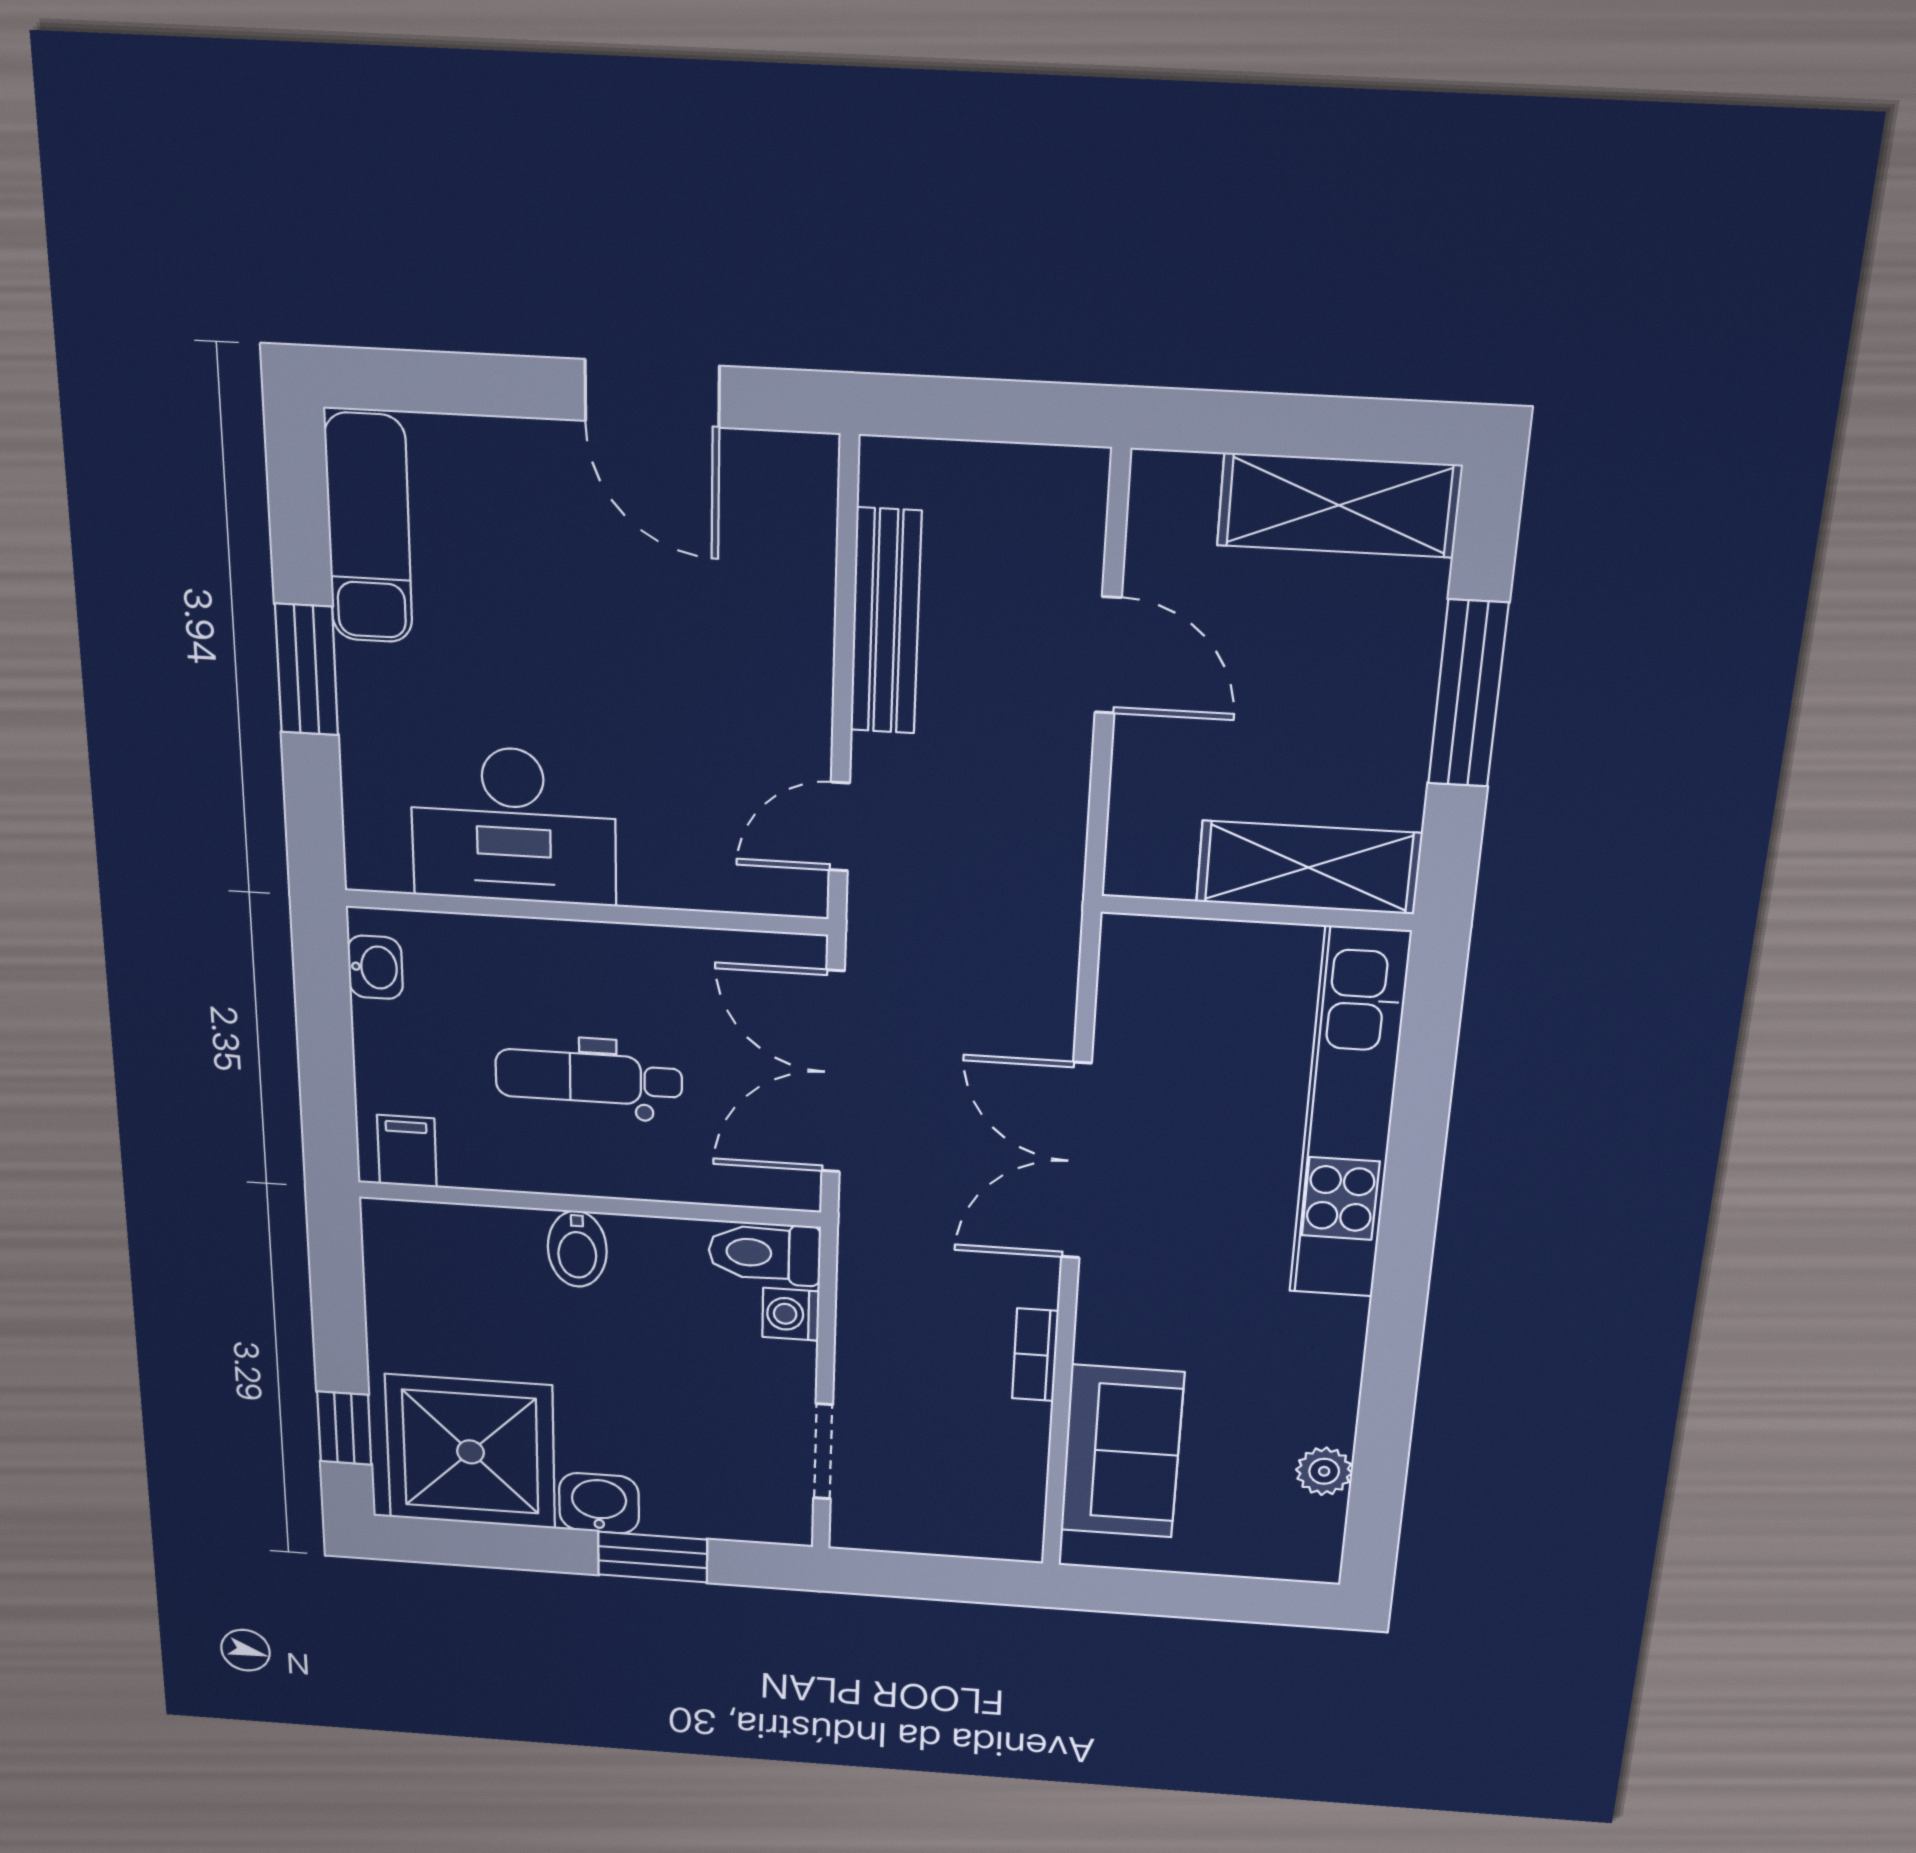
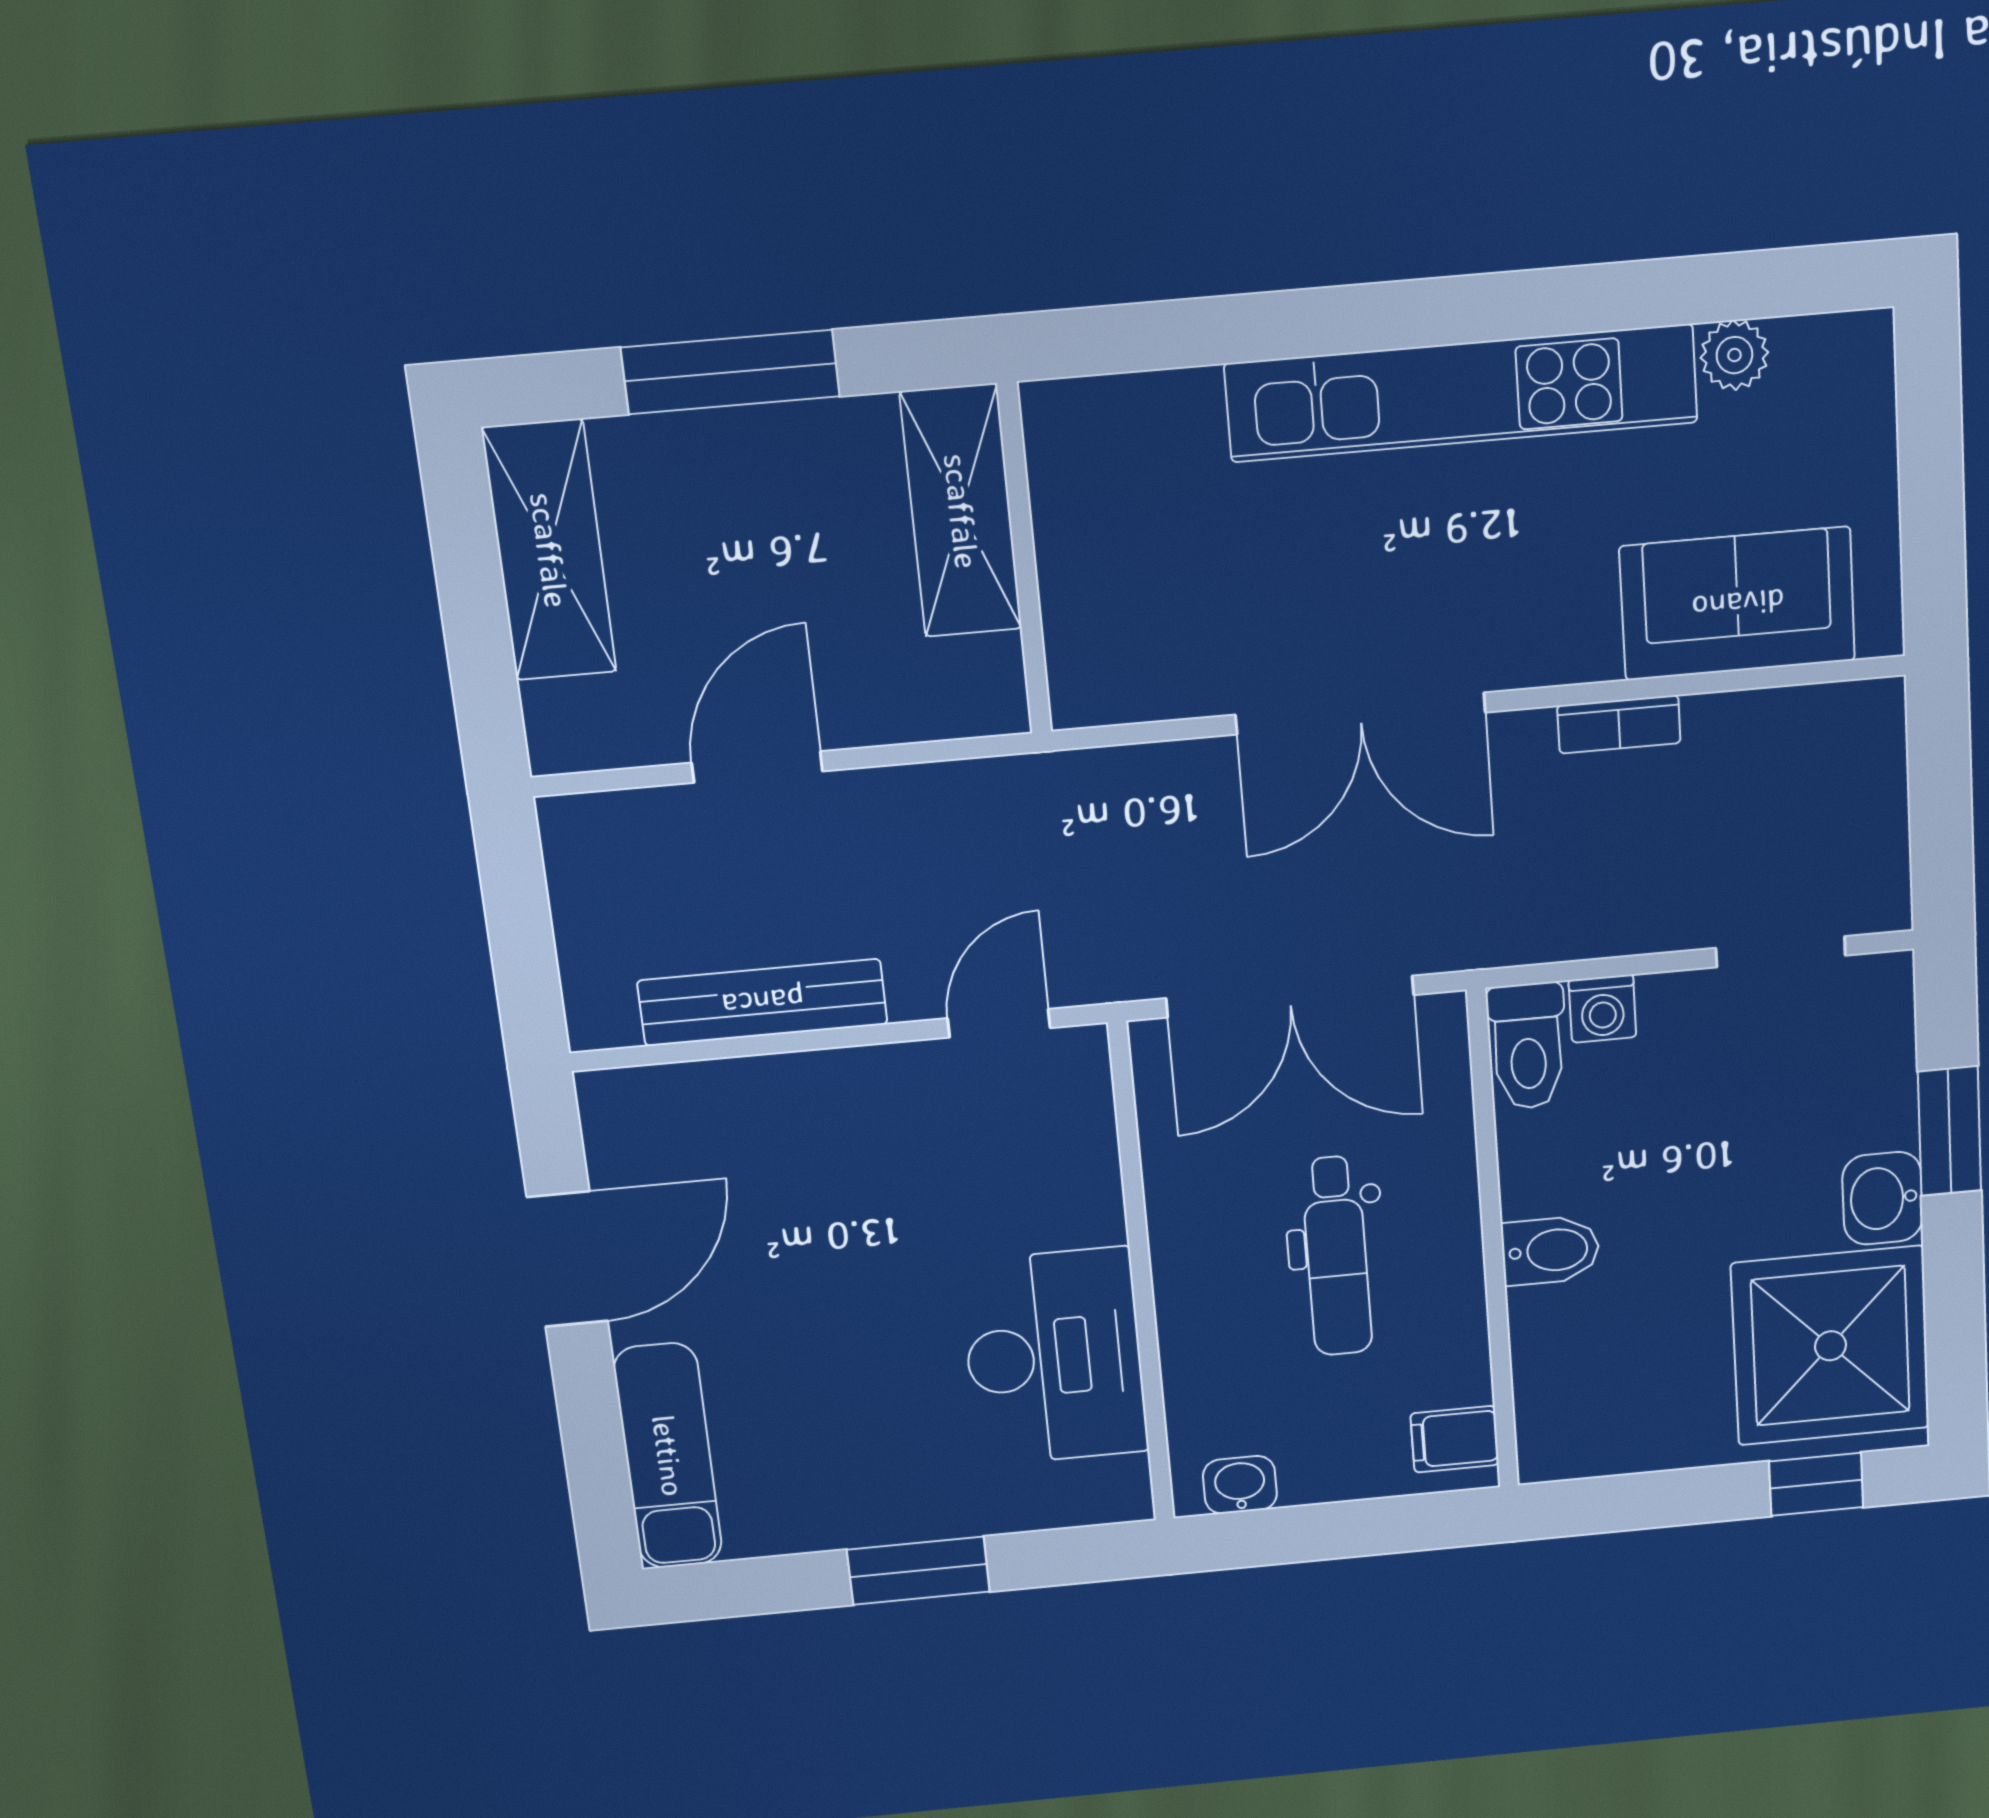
exam couch: (369, 529) -> (668, 1456), moved, turned 90
door: (839, 827) -> (999, 1023), swing flipped
kitchen unit: (1349, 1116) -> (1462, 393), moved

